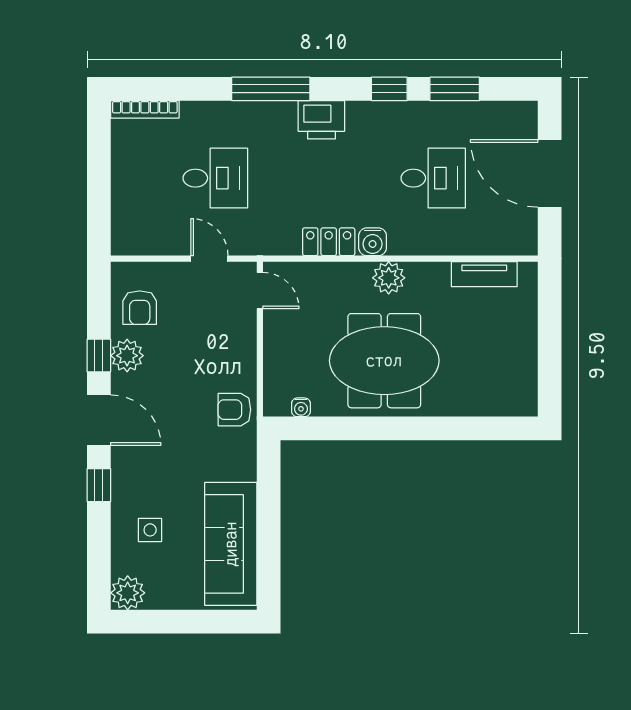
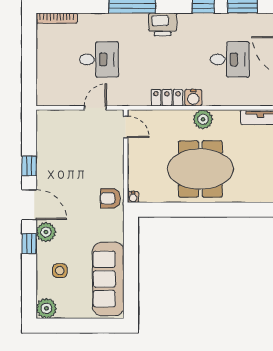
door: (209, 259) -> (95, 108), hinge flipped
armchair: (140, 308) -> (54, 137), removed
plant: (127, 356) -> (46, 232), moved
water cooler: (301, 407) -> (133, 197), moved

